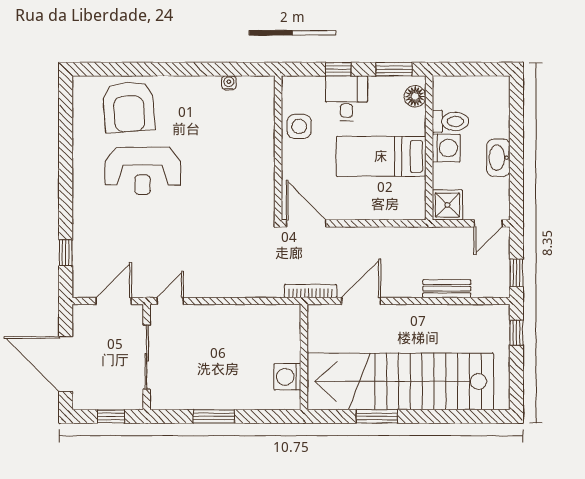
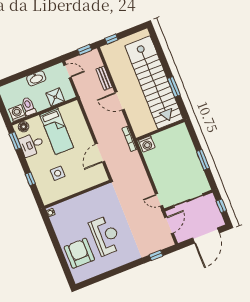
window: (338, 69) -> (30, 179), moved
desk: (347, 98) -> (32, 145), moved
armchair: (129, 107) -> (79, 253), turned -86
wall: (278, 148) -> (77, 194), moved
washing machine: (446, 148) -> (17, 113), moved
shower: (447, 205) -> (55, 97), moved
door: (114, 301) -> (169, 225), swing flipped
door: (361, 301) -> (120, 101), moved
washing machine: (287, 377) -> (147, 144), moved

